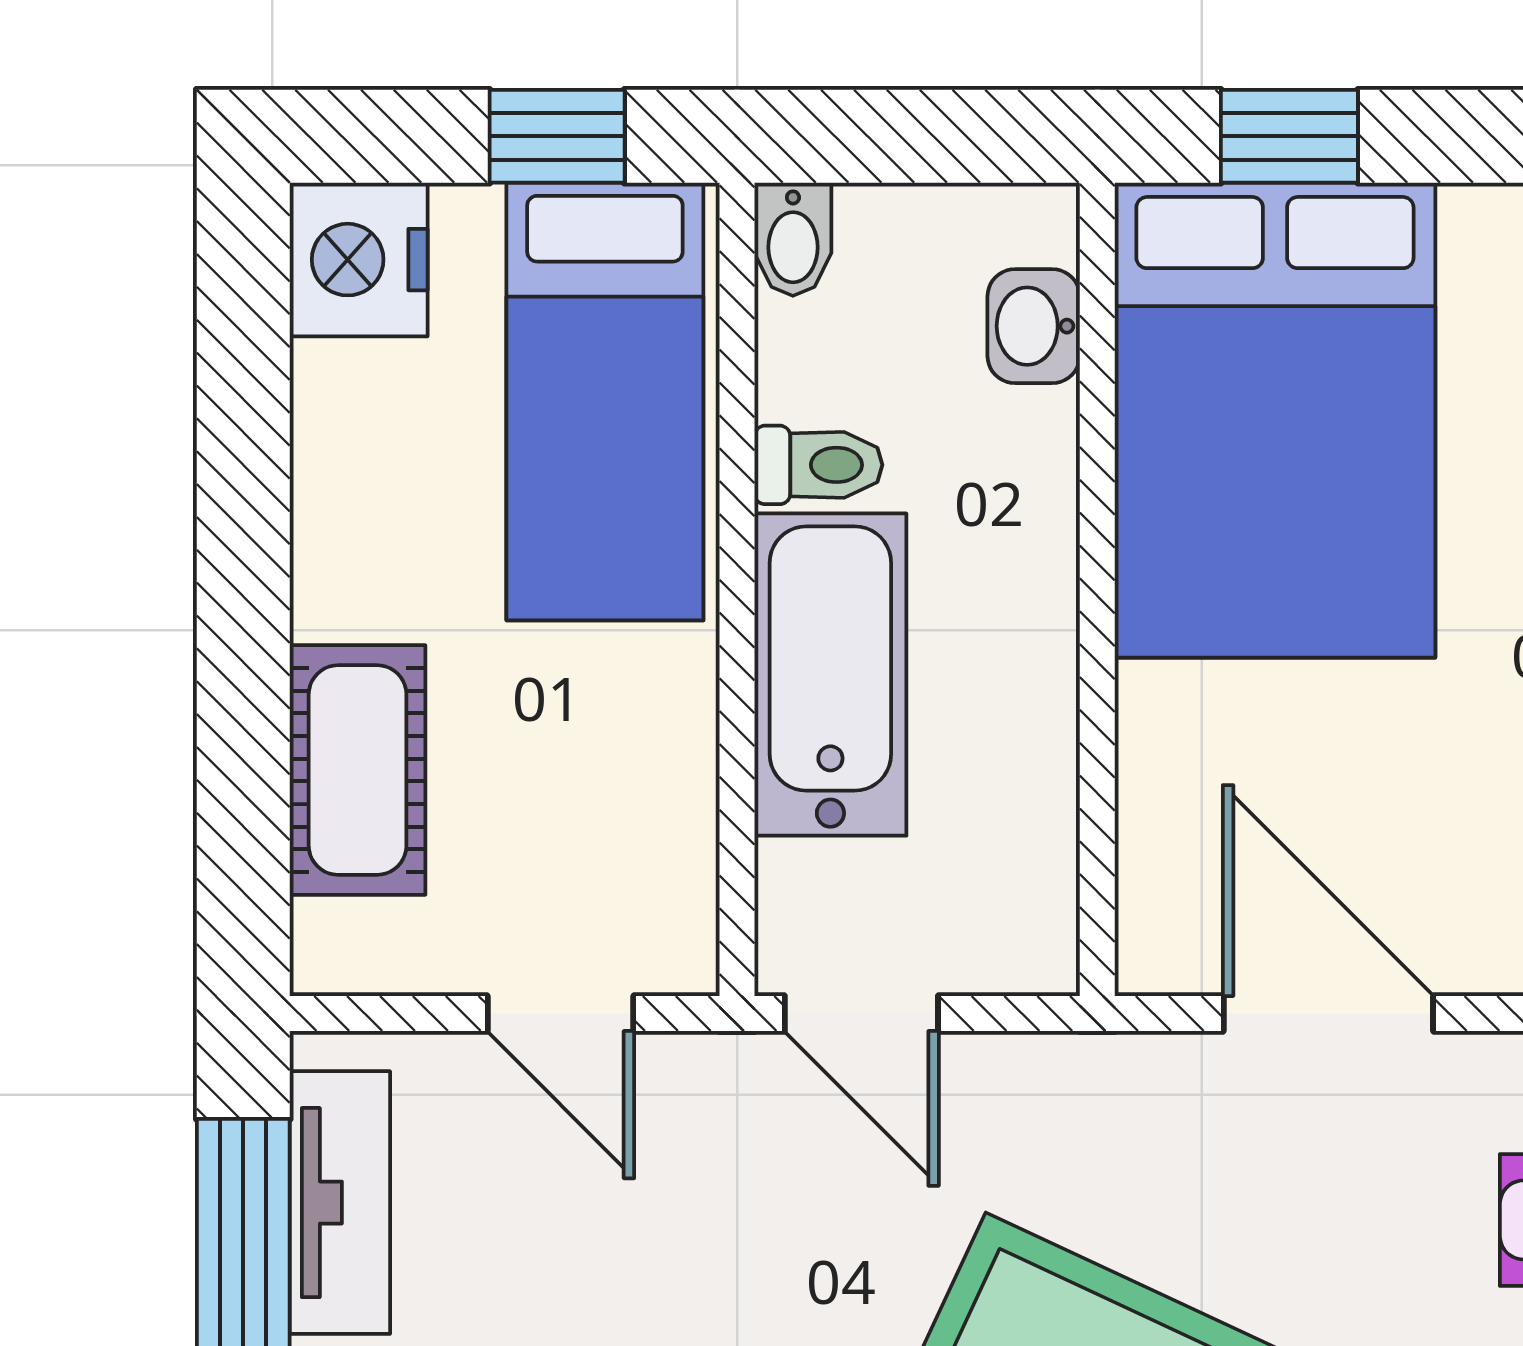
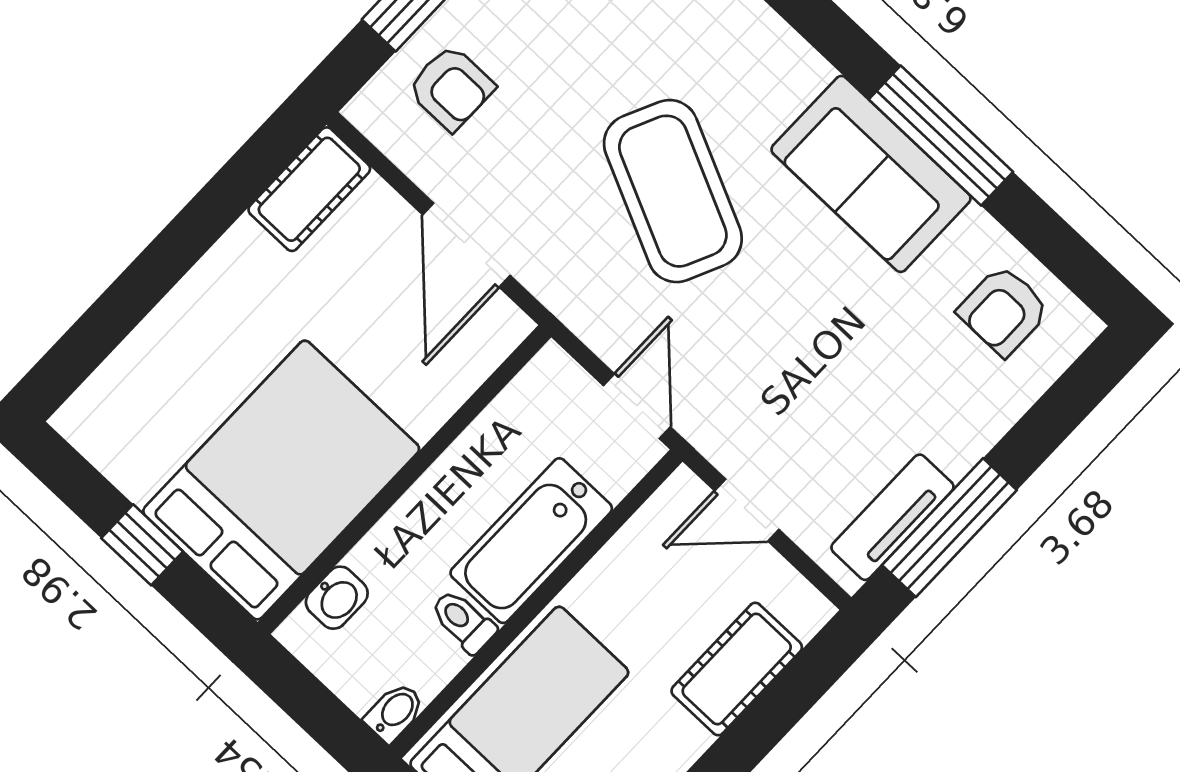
window: (1289, 136) -> (142, 545), moved
door: (560, 1014) -> (747, 510), swing flipped

